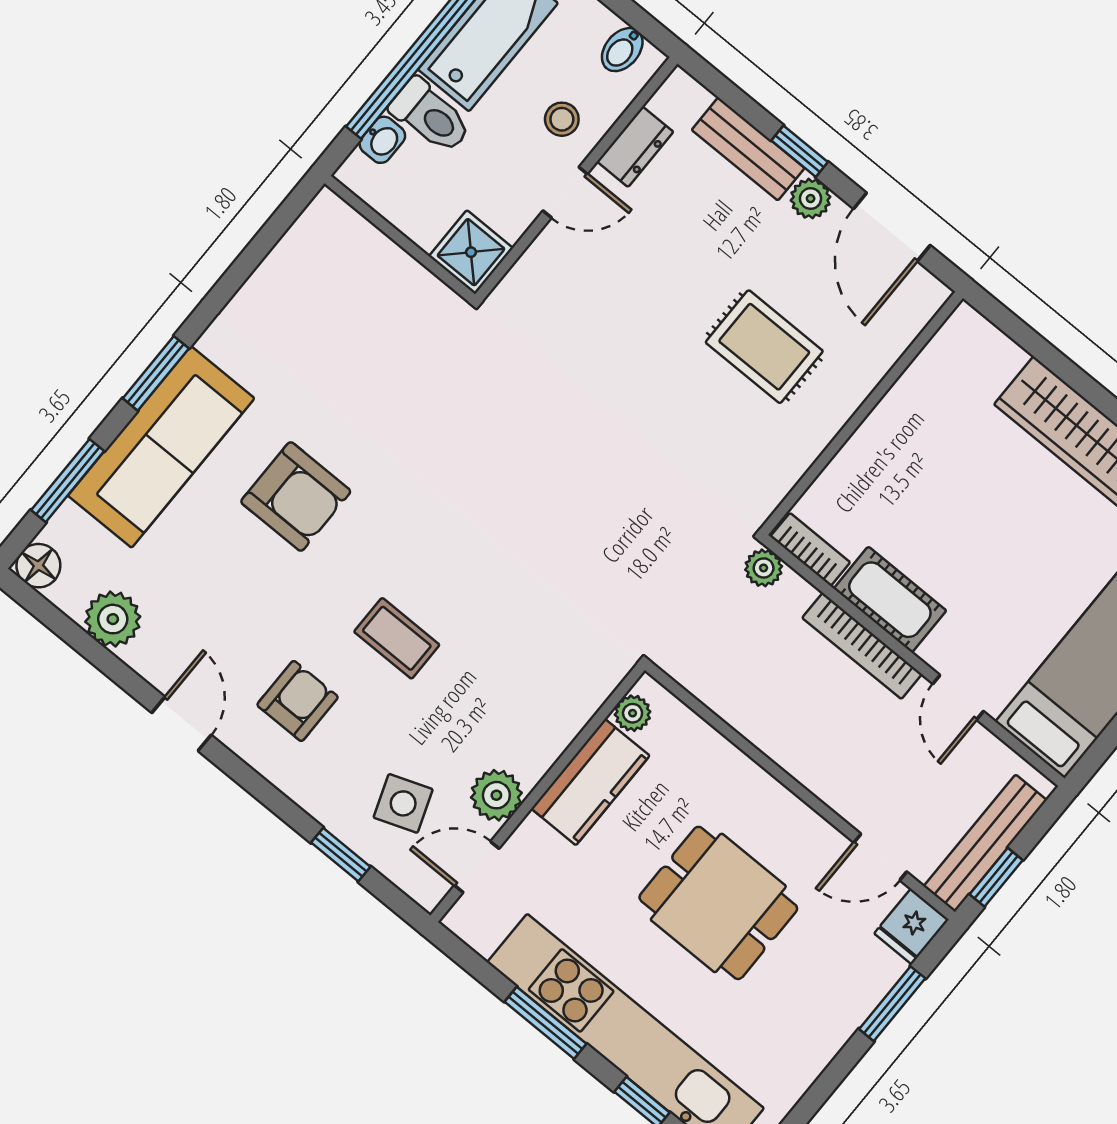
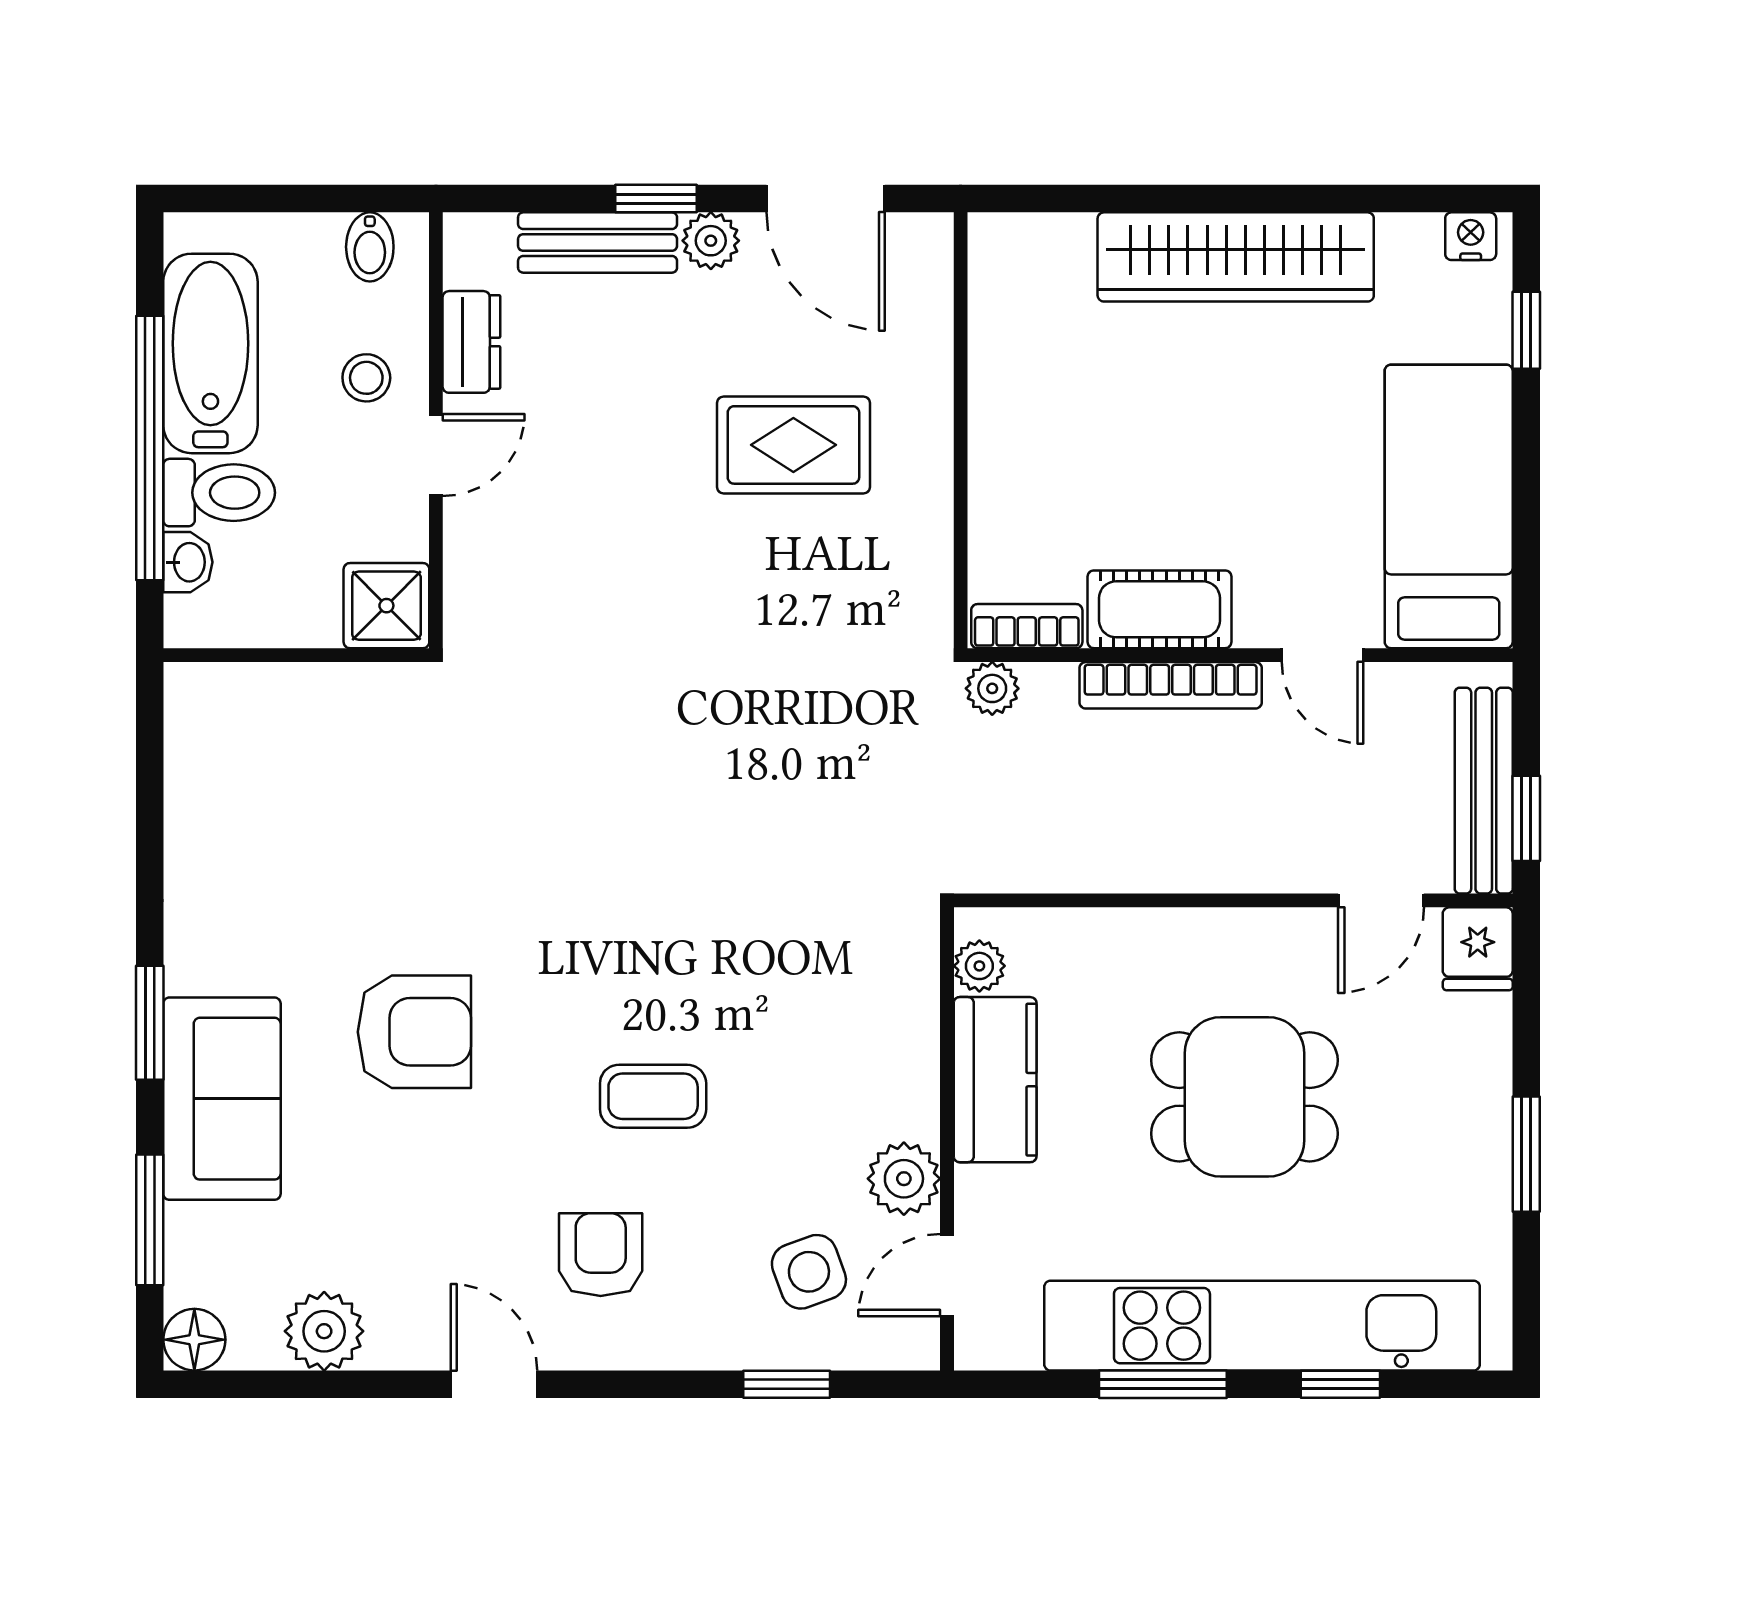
sofa: (161, 447) -> (222, 1099), width x0.73
window: (892, 1004) -> (1526, 1154), moved

